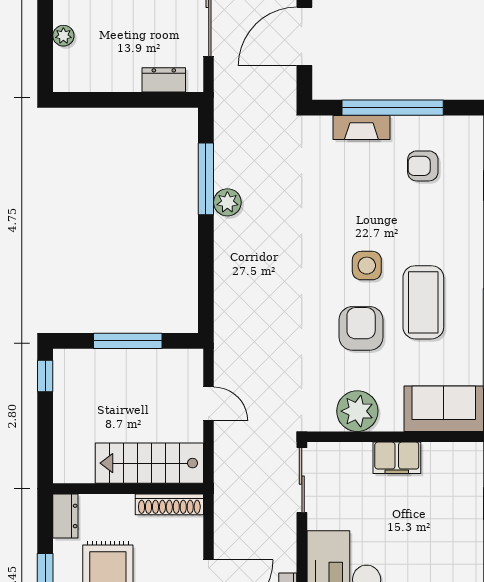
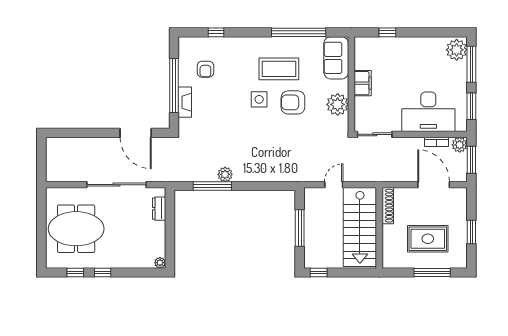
plant: (63, 36) -> (160, 263), moved
stairs: (149, 463) -> (360, 227), width x1.36, depth x1.51
dresser: (65, 516) -> (394, 262), removed

